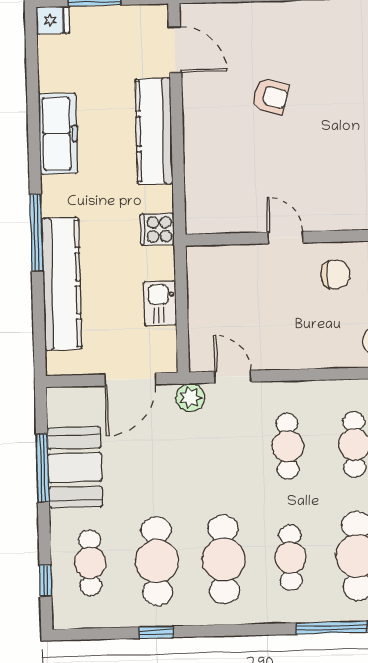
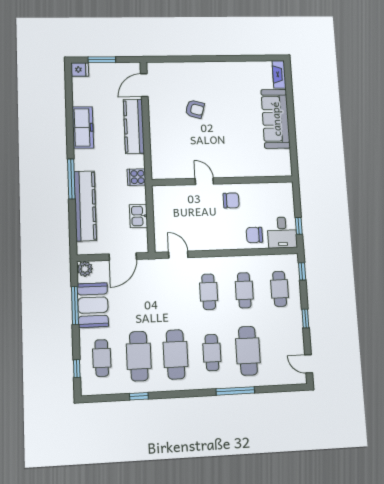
door: (175, 50) -> (144, 85), swing flipped
plant: (190, 398) -> (85, 269), moved

